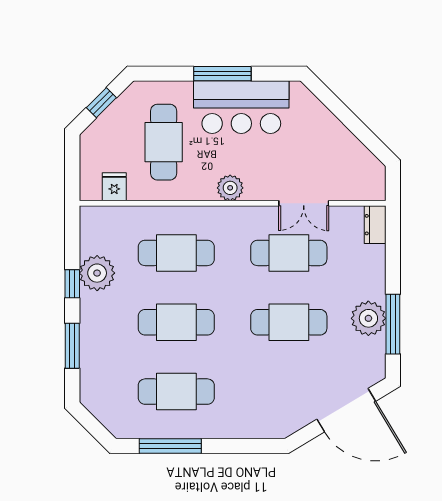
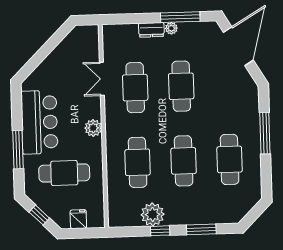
window: (222, 74) -> (18, 150), moved
fridge: (114, 187) -> (78, 219), moved, turned 90
double door: (304, 203) -> (102, 79), swing flipped
dresser: (375, 225) -> (151, 30), moved
plant: (368, 318) -> (171, 28), width x0.53, depth x0.53
window: (170, 446) -> (265, 133), moved

